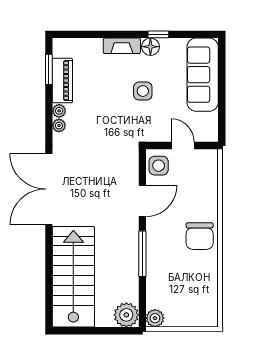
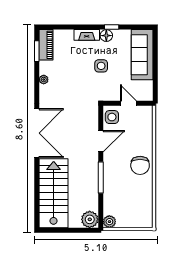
piano: (62, 80) -> (46, 45), moved
plant: (59, 126) -> (44, 90), removed
double door: (49, 189) -> (37, 133), swing flipped

